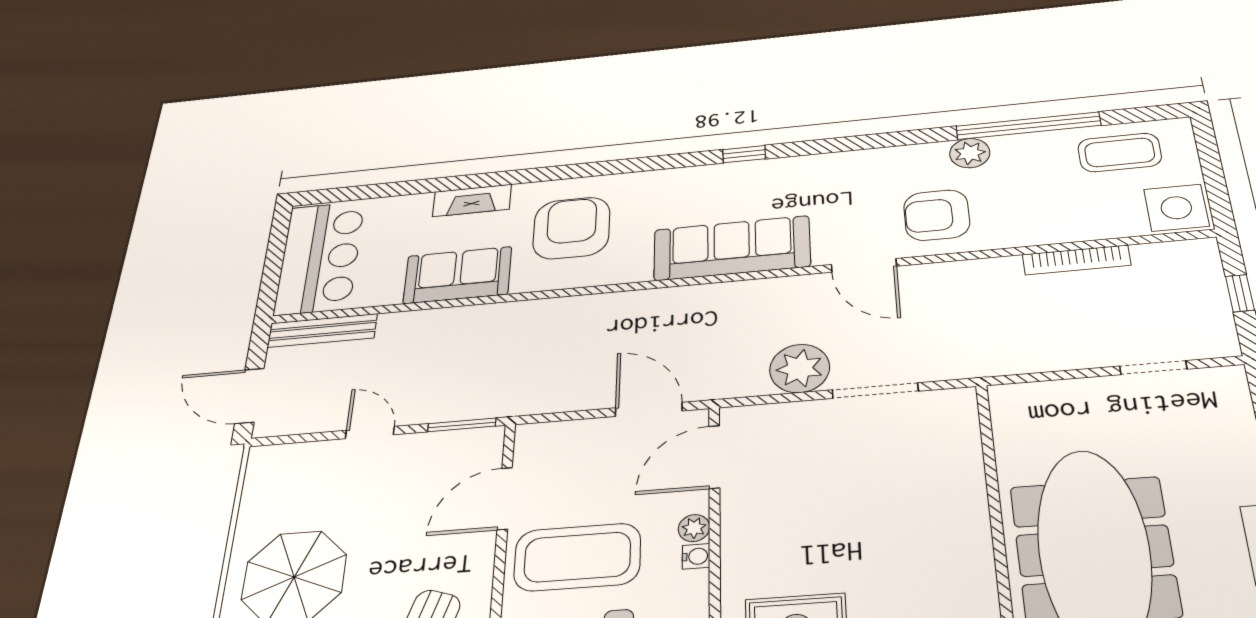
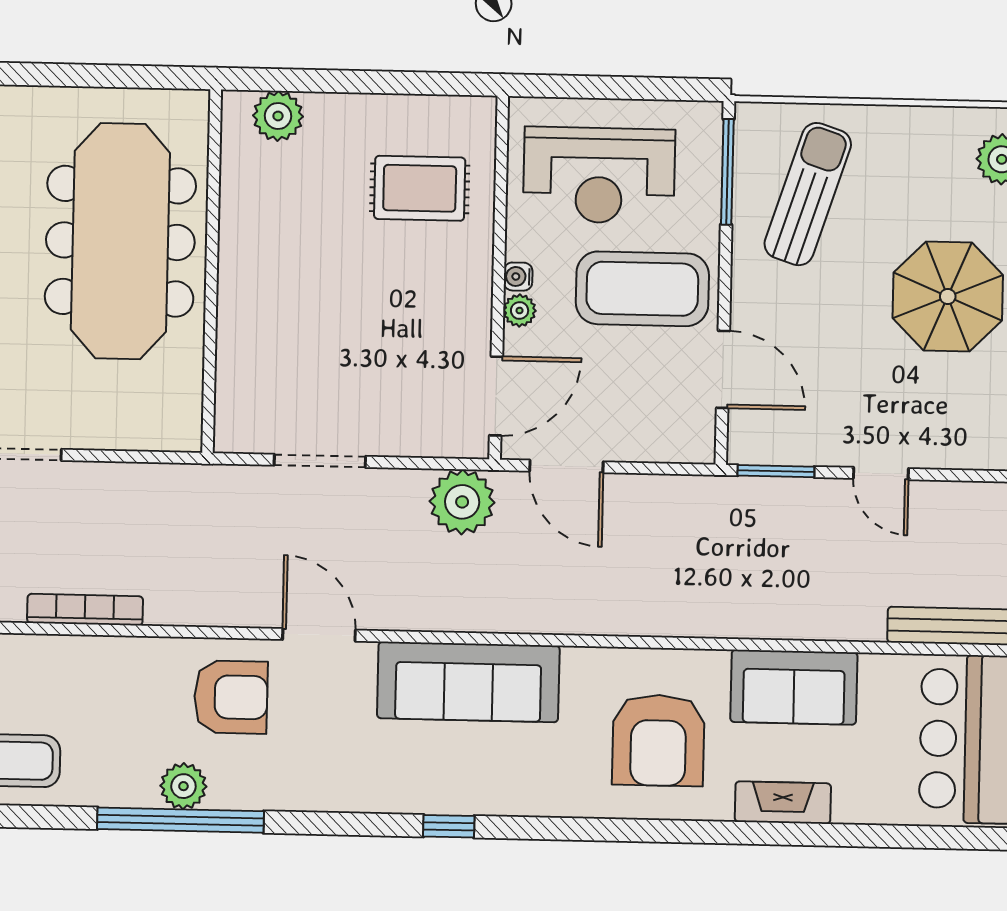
window: (1028, 126) -> (181, 820), moved
plant: (800, 368) -> (462, 502), moved
door: (505, 498) -> (723, 369), hinge flipped

